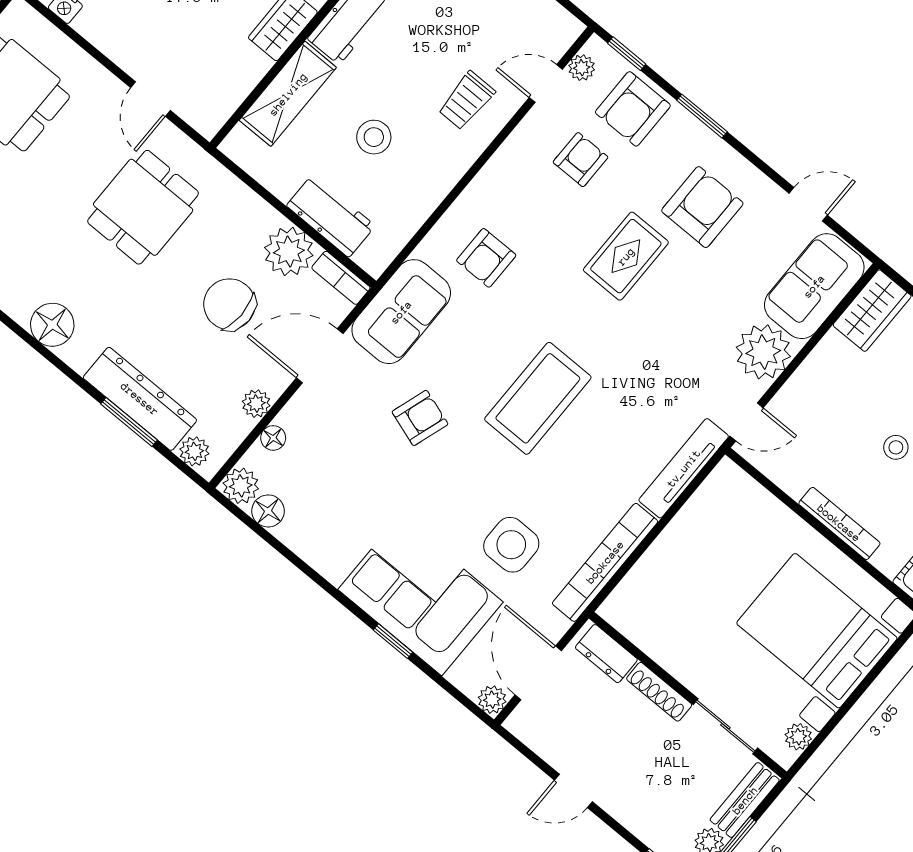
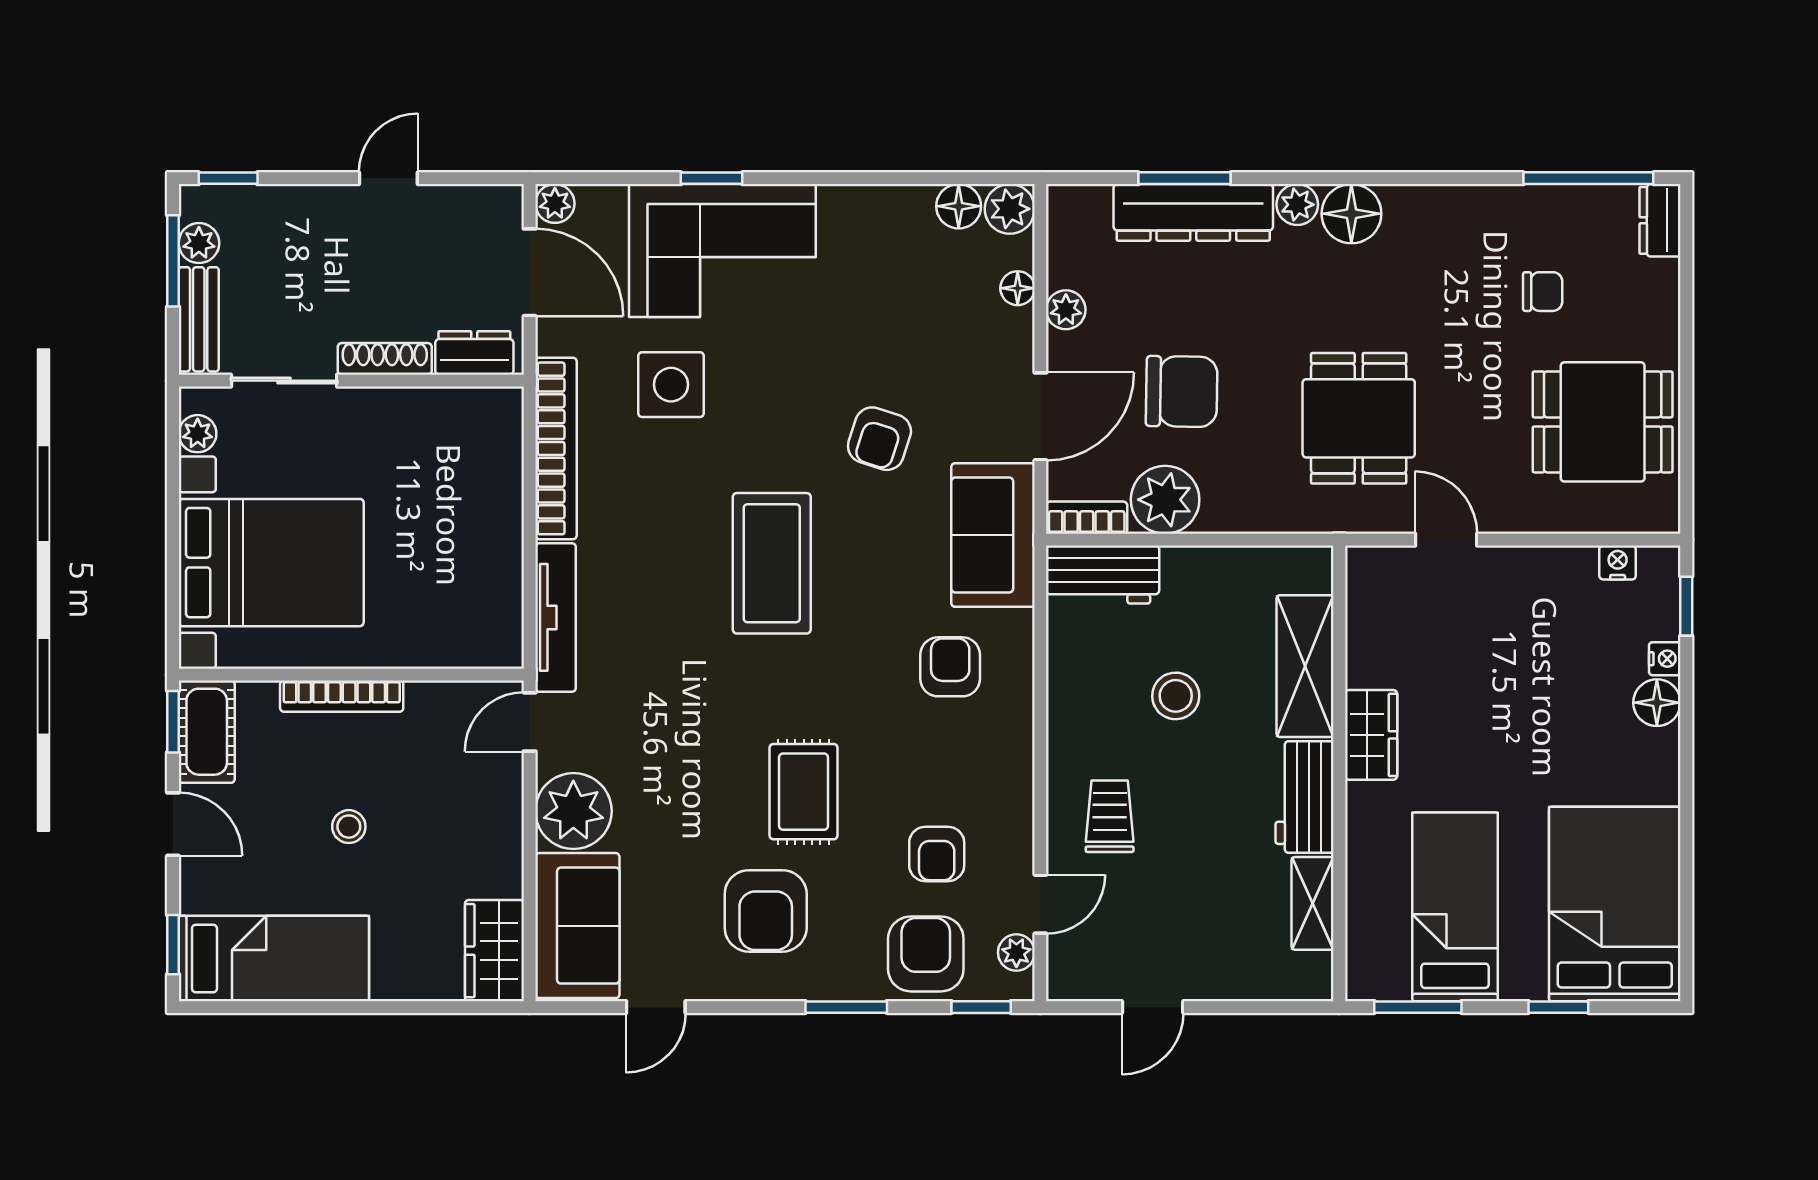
workbench: (331, 216) -> (1103, 575), moved
plant: (194, 451) -> (1297, 205), moved

